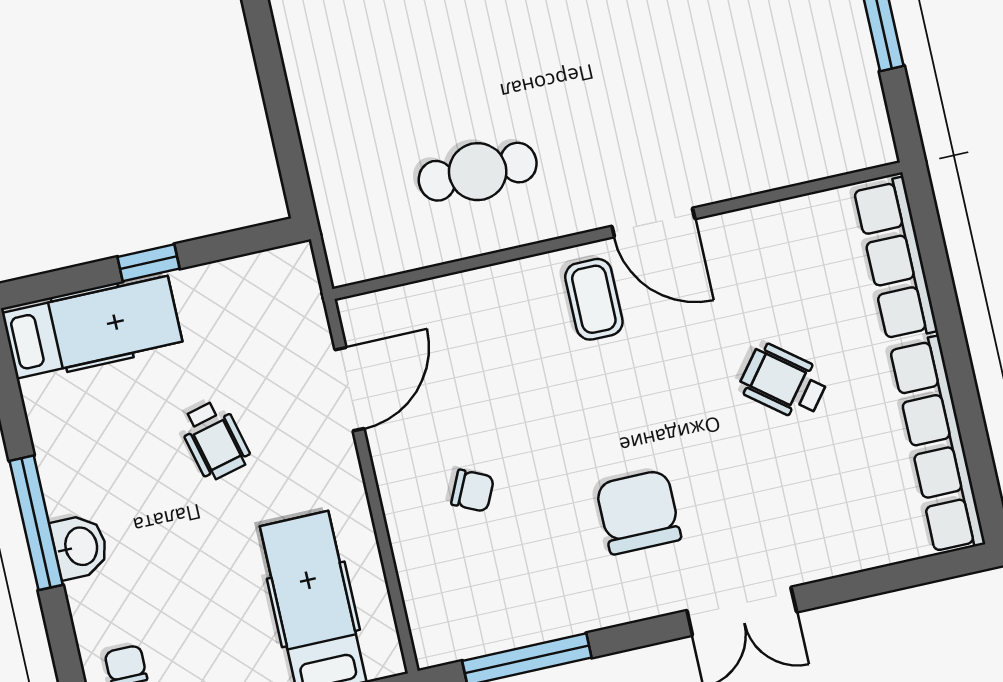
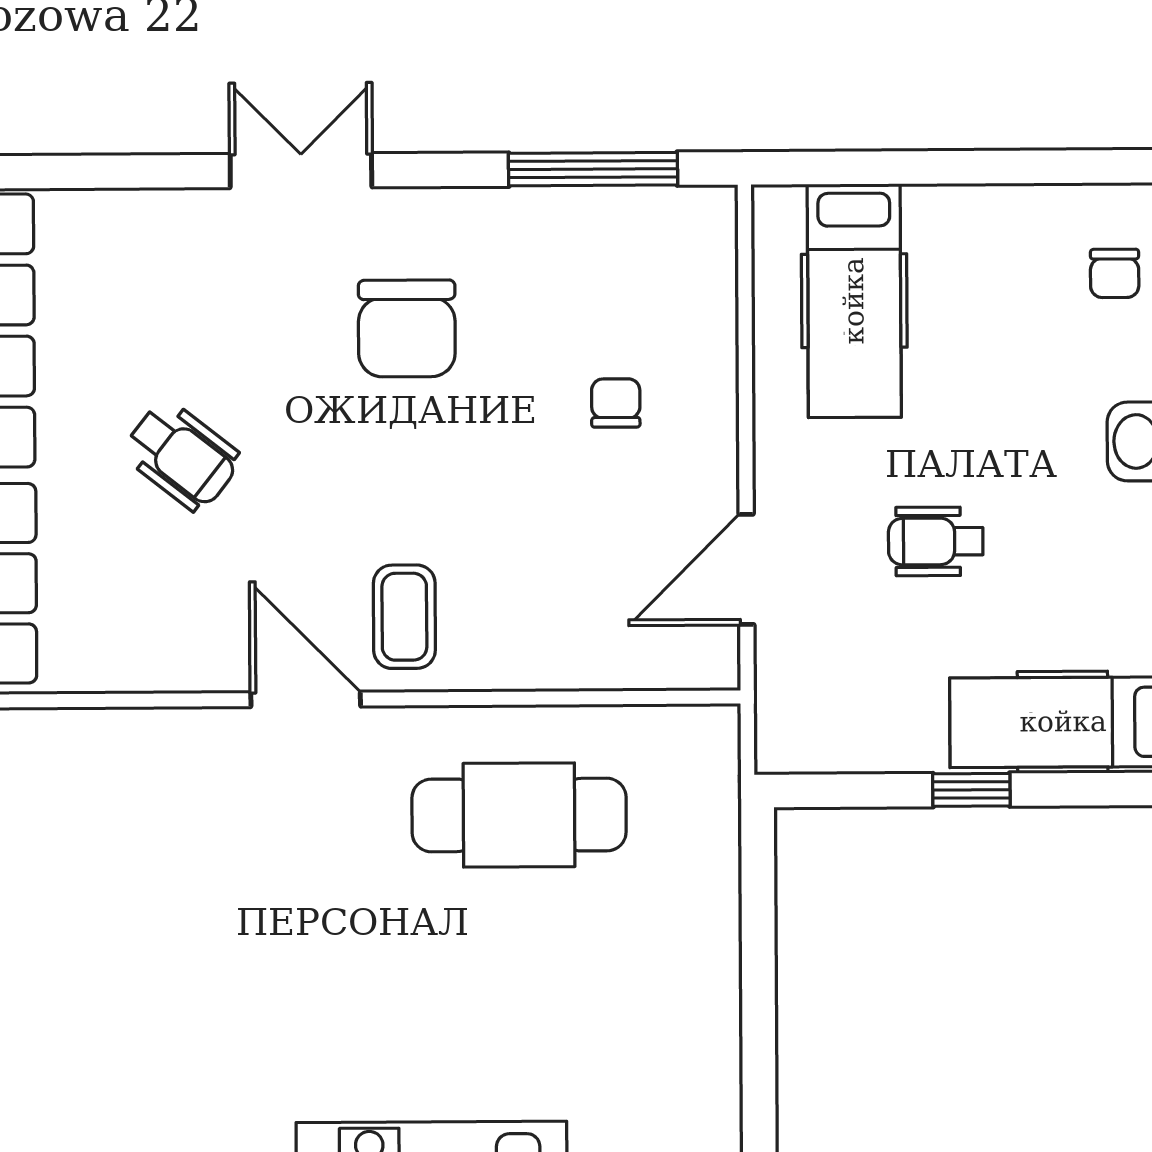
cafe table: (478, 172) -> (519, 815), width x1.37, depth x1.35
wheelchair: (215, 440) -> (936, 541), turned -76
chair: (473, 491) -> (616, 403), turned 65

